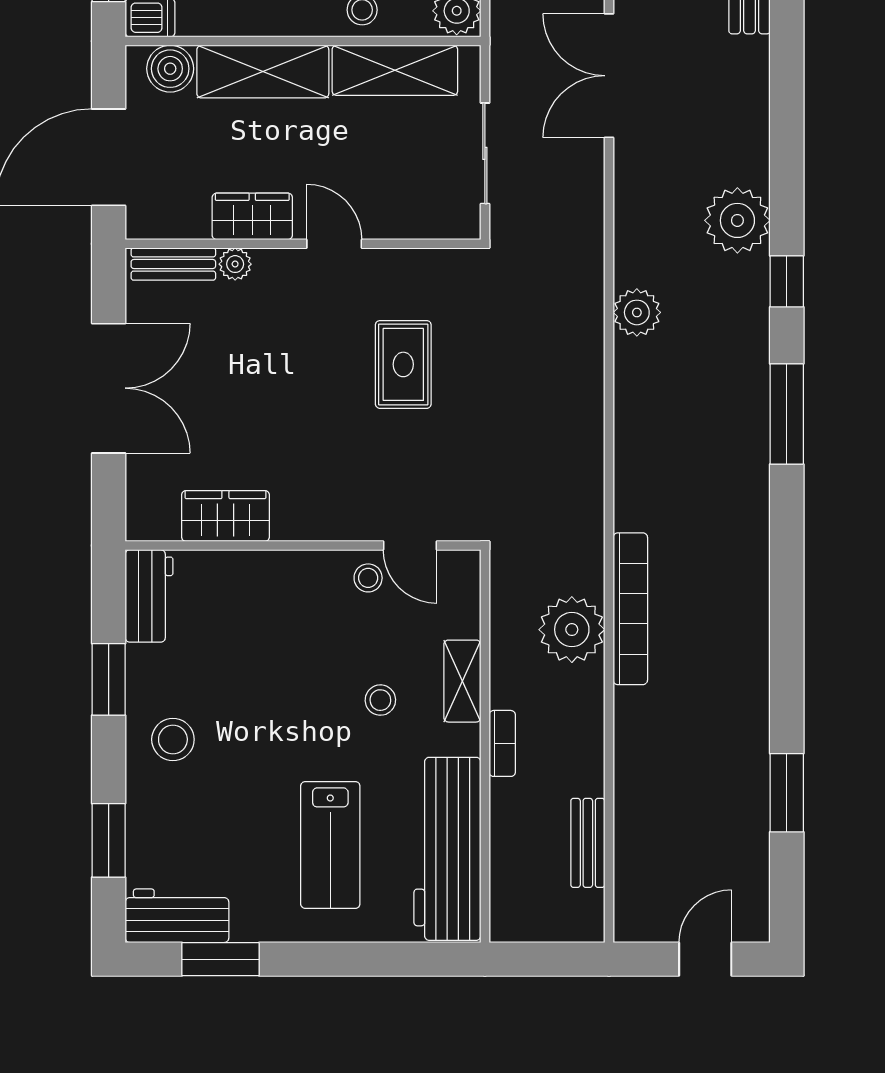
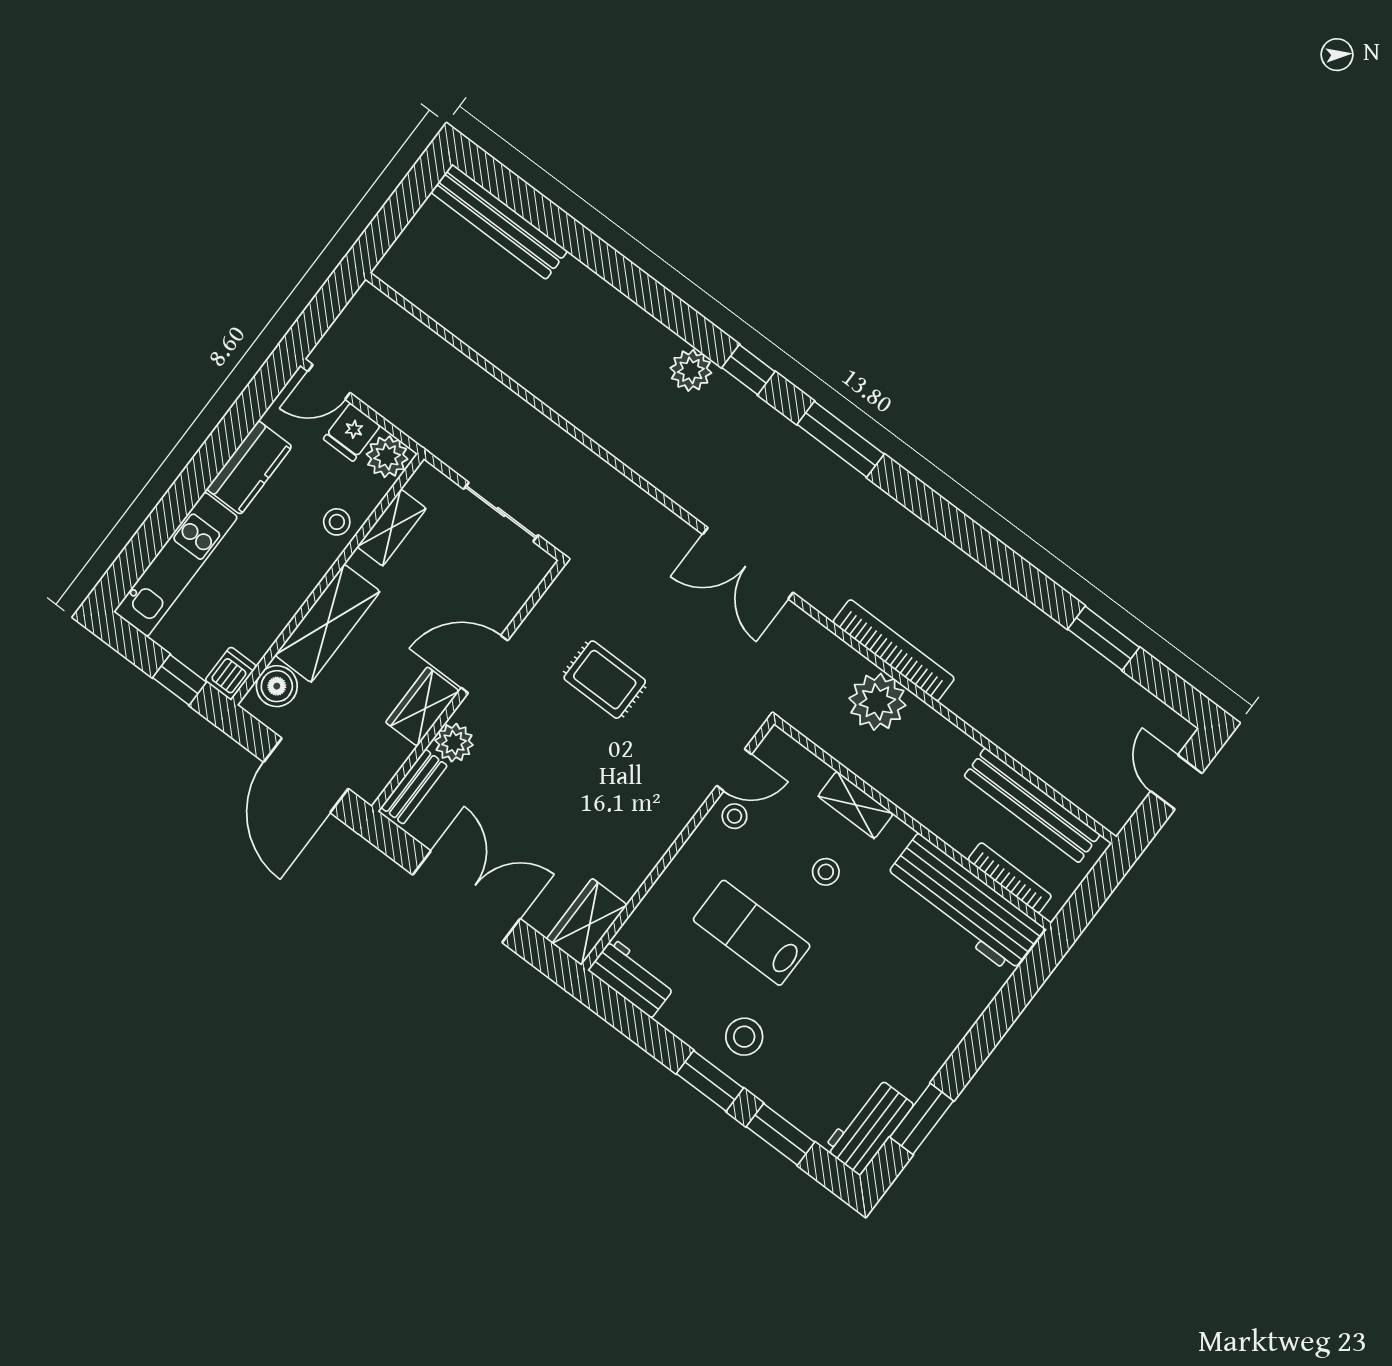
shelving: (395, 70) -> (392, 528), width x0.67, depth x0.75
double door: (609, 76) -> (748, 563), moved
plant: (737, 220) -> (691, 370), width x0.73, depth x0.73
door: (334, 244) -> (485, 664), width x1.38
plant: (235, 264) -> (454, 743), width x1.38, depth x1.38
plant: (637, 312) -> (691, 490), removed
wardrobe: (225, 516) -> (587, 922), moved
window: (109, 679) -> (710, 1081), moved
bookcase: (502, 743) -> (1010, 878), moved, width x1.56
bench: (588, 843) -> (1032, 805), width x1.86, depth x1.21
lab bench: (330, 845) -> (752, 933), moved, turned 180

